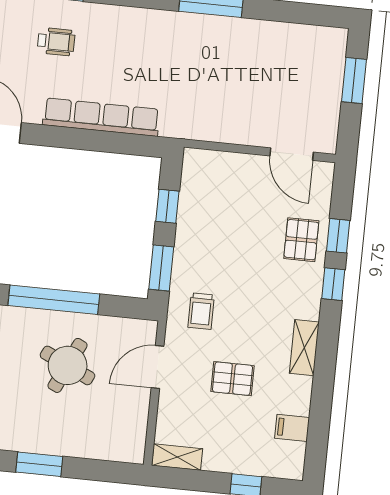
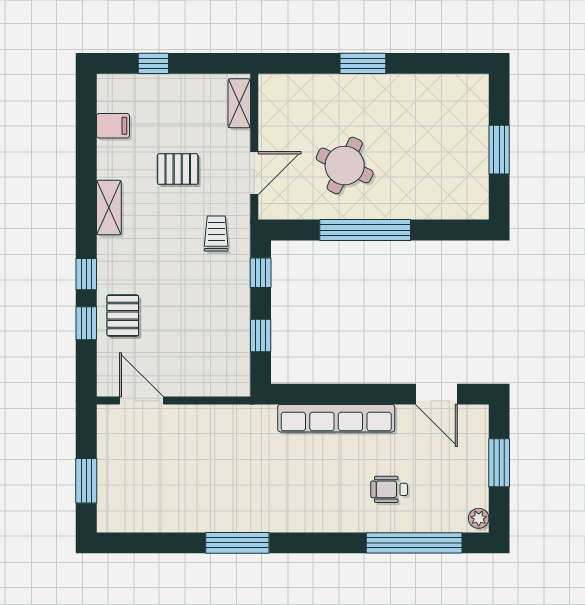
window: (161, 268) -> (261, 273), width x0.67
shelving: (177, 457) -> (239, 103), moved, turned 90

